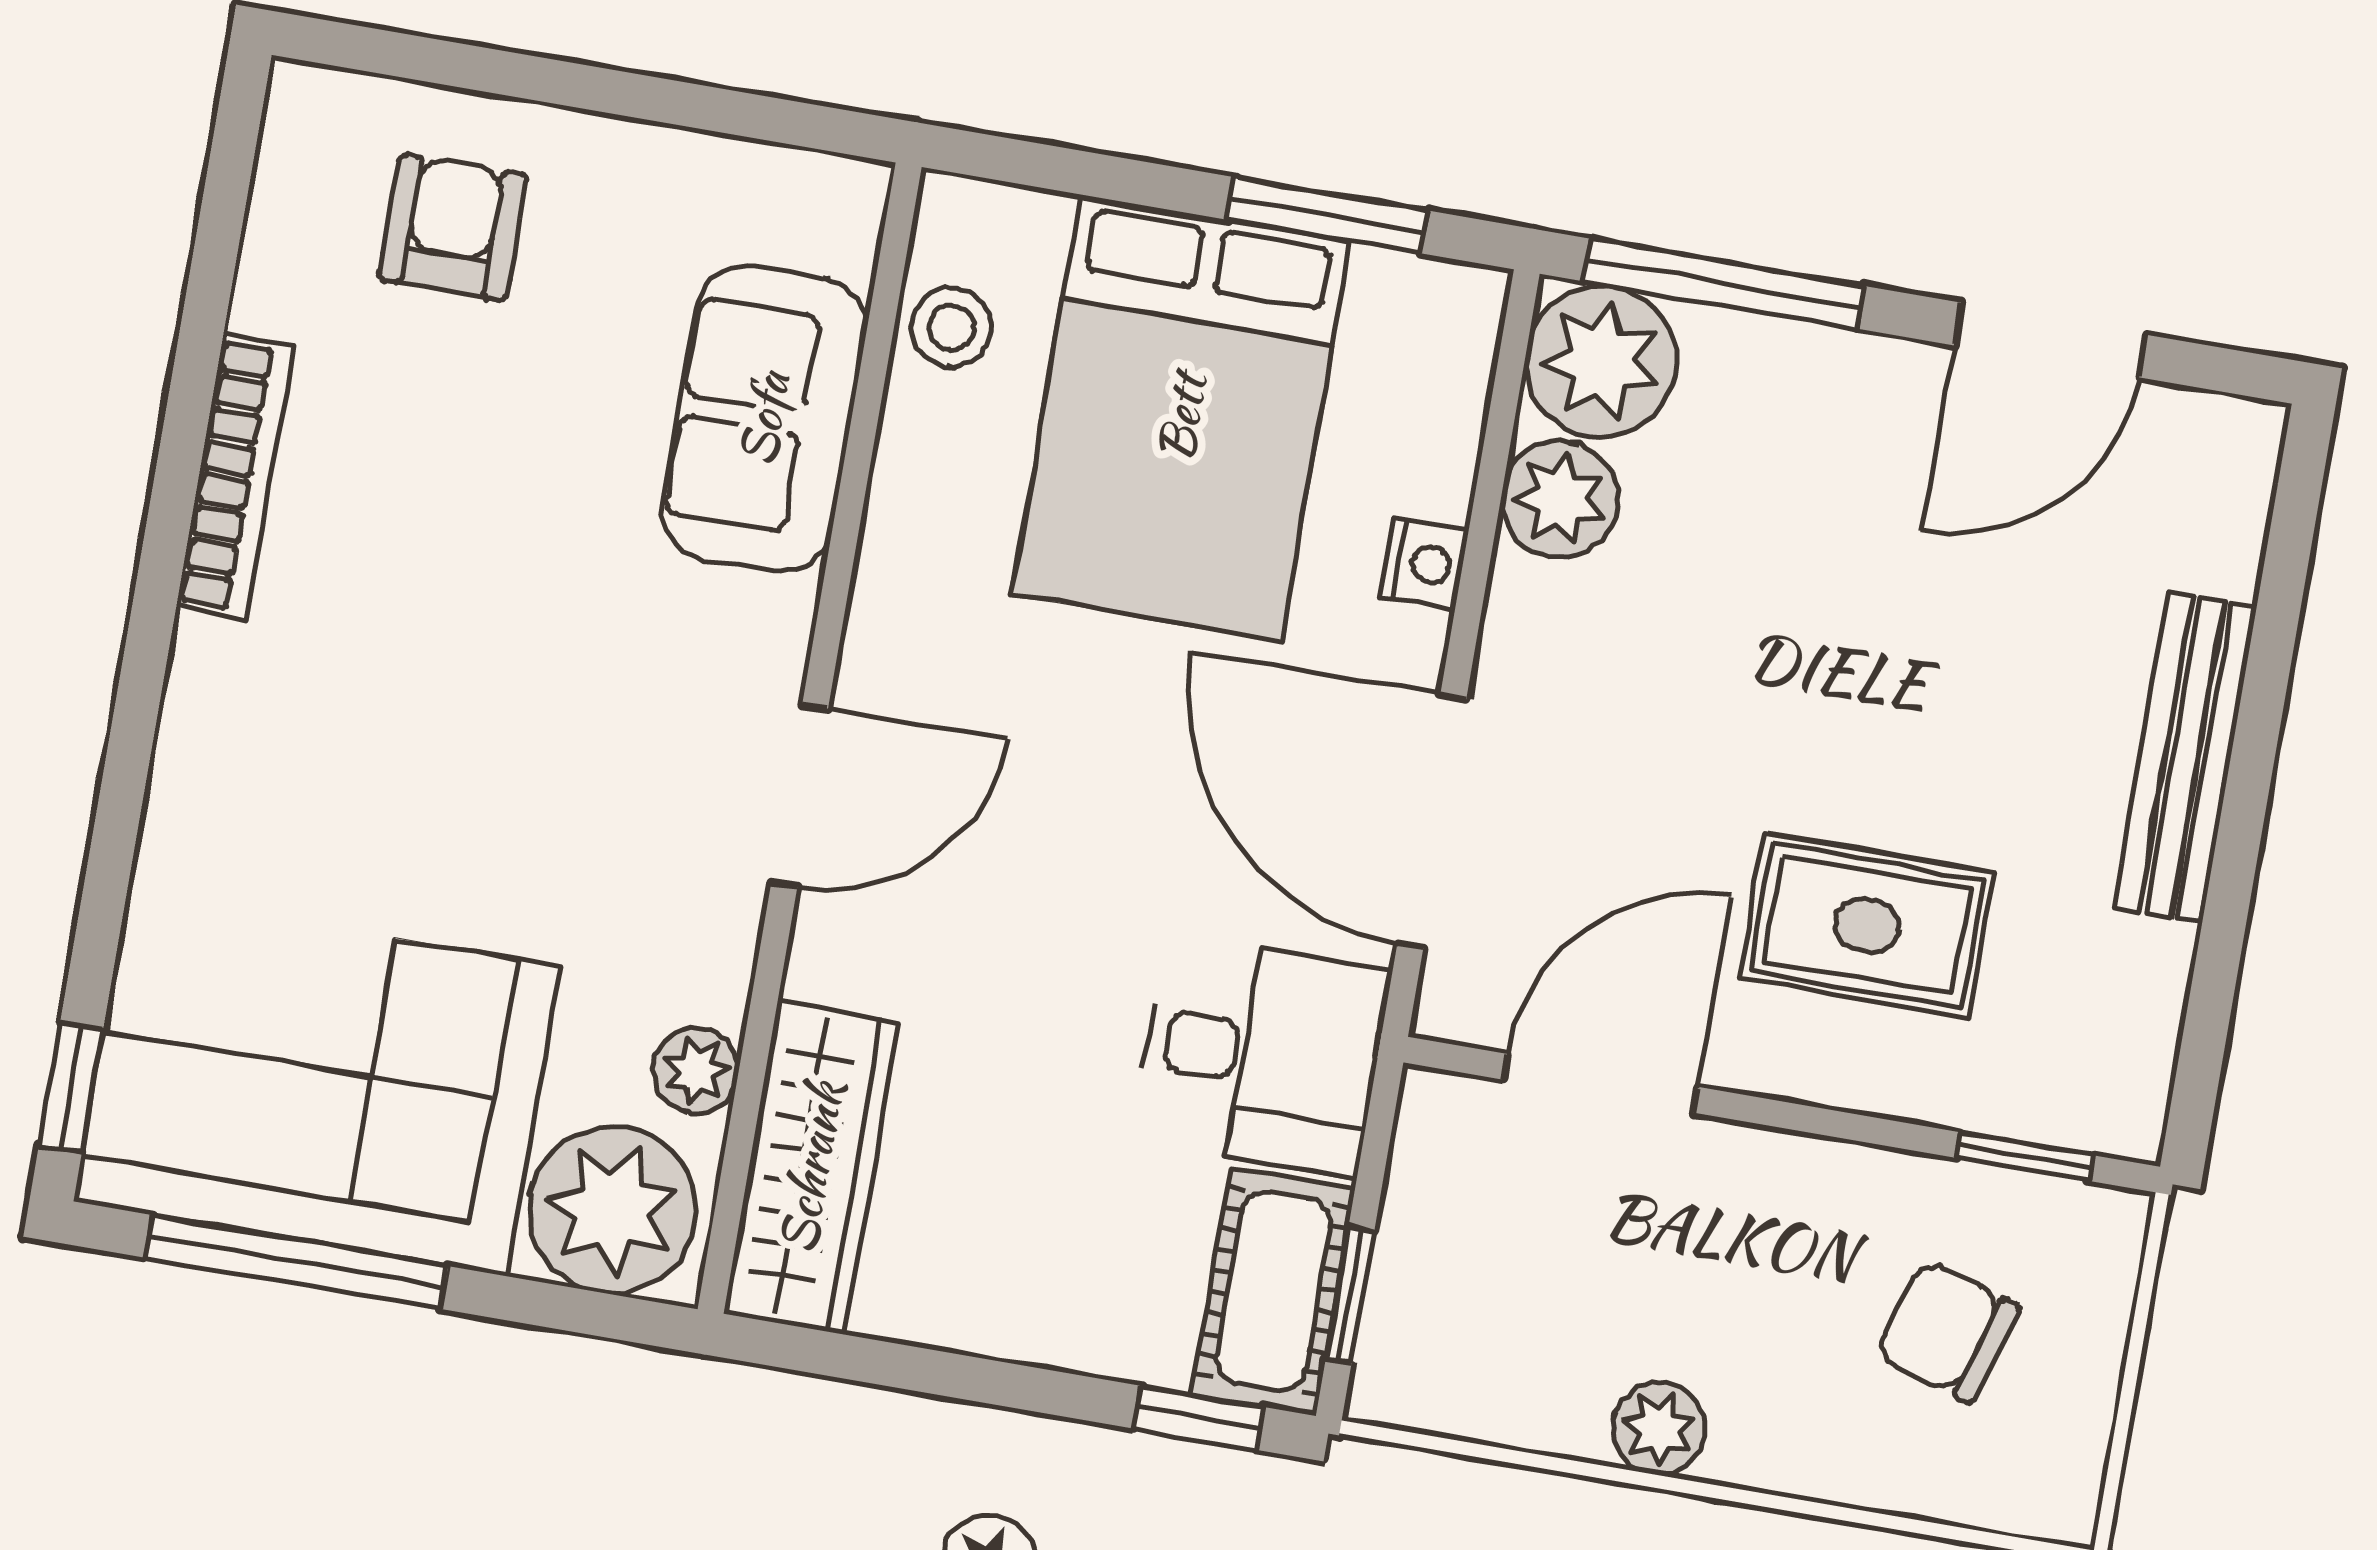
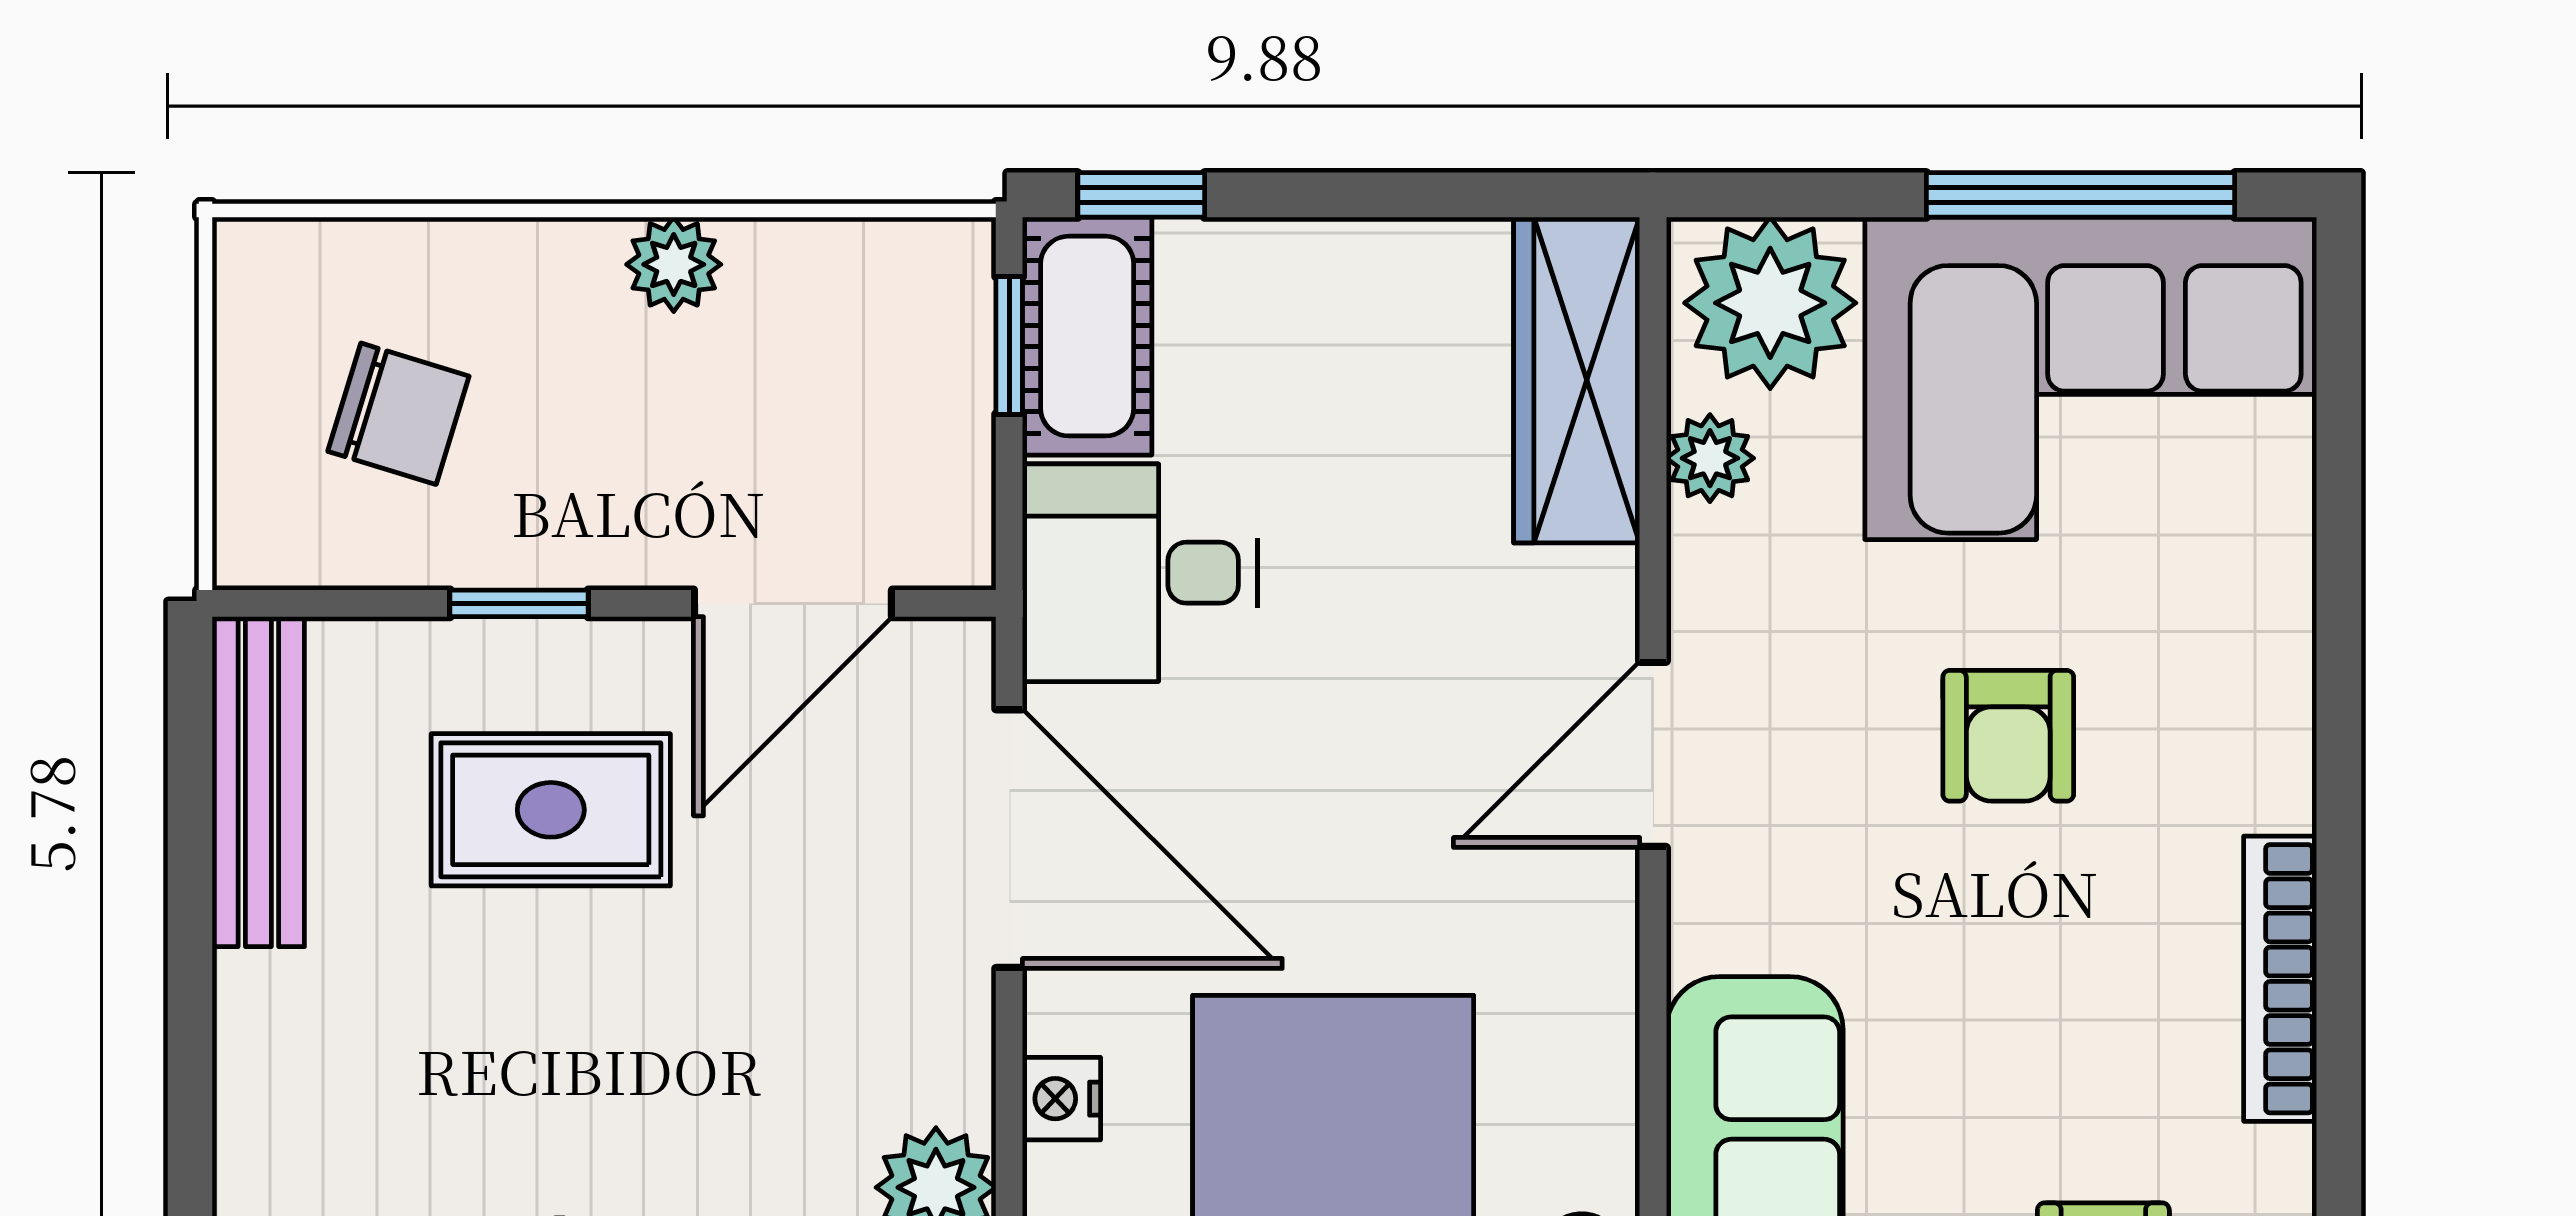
armchair: (455, 755) -> (2008, 736), added
bench: (2185, 757) -> (258, 782), moved
window: (71, 1087) -> (2339, 332), removed
window: (2025, 1157) -> (519, 603), moved

